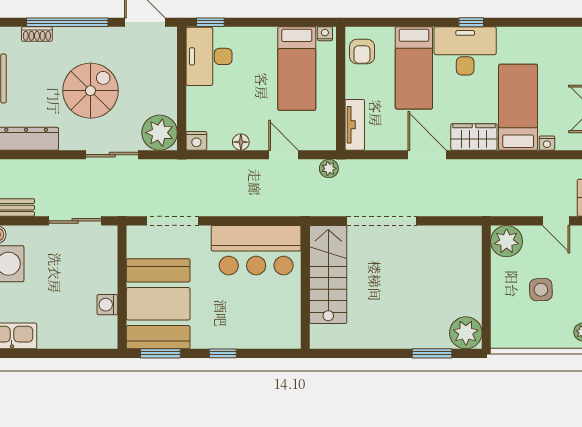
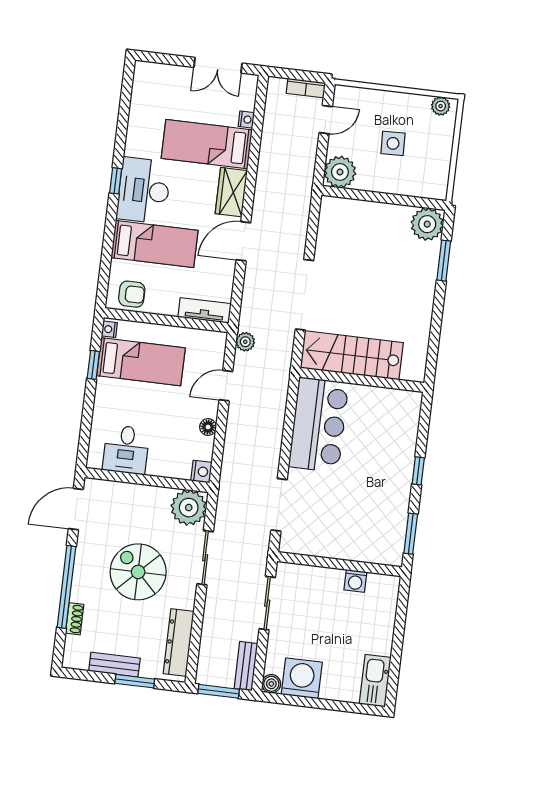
window: (210, 22) -> (93, 365), moved
desk: (209, 56) -> (126, 450), width x0.73
booth: (158, 304) -> (361, 530), removed

